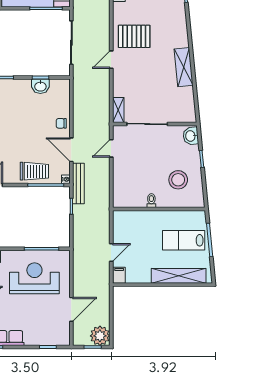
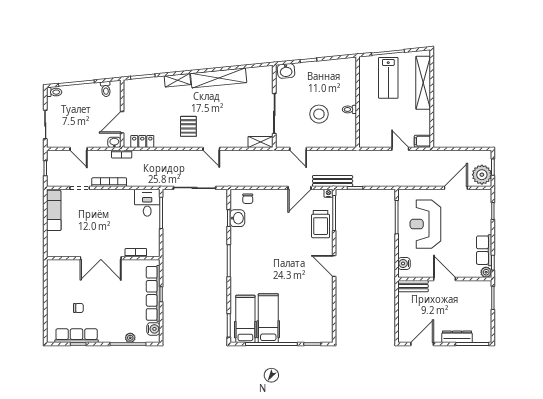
shelving: (181, 25) -> (177, 80), added
pallet: (134, 36) -> (188, 126), width x0.67, depth x0.71
shelving: (184, 67) -> (219, 78), width x1.47
chair: (61, 123) -> (248, 199), moved
trolley: (34, 171) -> (321, 224), turned 180
stool: (178, 180) -> (319, 114), moved
door: (71, 309) -> (456, 188), hinge flipped
plant: (100, 336) -> (482, 175), moved

